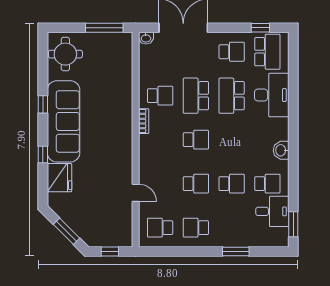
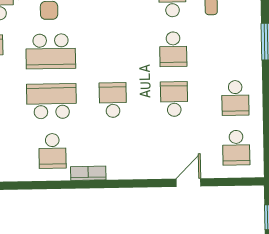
school desk: (160, 96) -> (52, 151), turned 180
school desk: (196, 96) -> (52, 101), turned 180
school desk: (232, 184) -> (173, 49), turned 180

